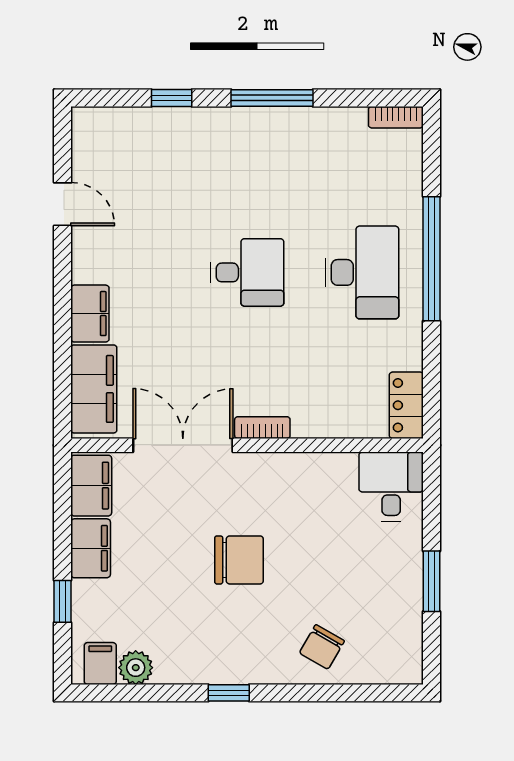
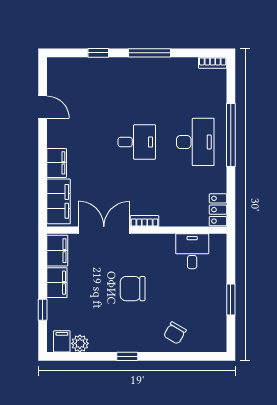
desk: (391, 487) -> (192, 251), moved
chair: (239, 560) -> (133, 289), turned 180

